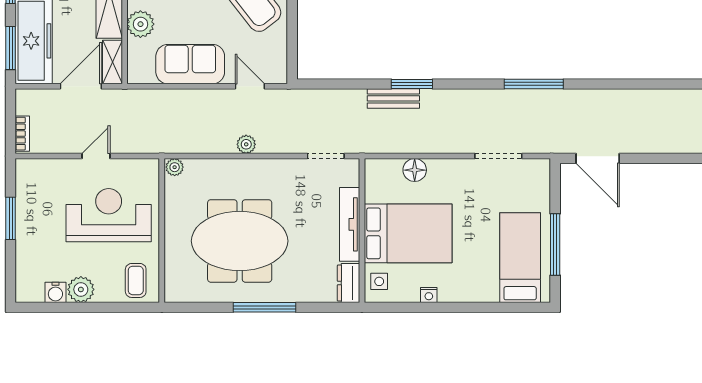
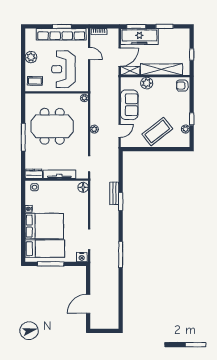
door: (81, 86) -> (120, 57), hinge flipped
door: (96, 156) -> (89, 53), moved
door: (598, 158) -> (88, 304), moved
floor lamp: (415, 170) -> (83, 187), moved
nightstand: (540, 173) -> (82, 257), added
reception desk: (109, 215) -> (63, 69), turned 180
row of seats: (29, 220) -> (61, 34), added
bed: (408, 233) -> (44, 226), moved, turned -90
meeting table: (240, 241) -> (52, 126), turned 90
water cooler: (55, 292) -> (30, 46), removed

